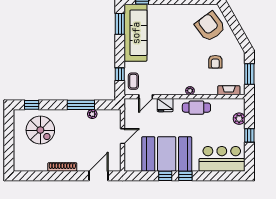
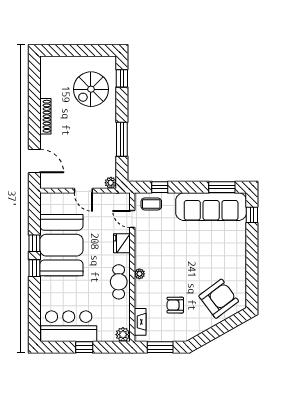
plant: (92, 114) -> (111, 183), moved
plant: (239, 119) -> (123, 335), moved
bar counter: (222, 159) -> (69, 326), moved, turned -90

